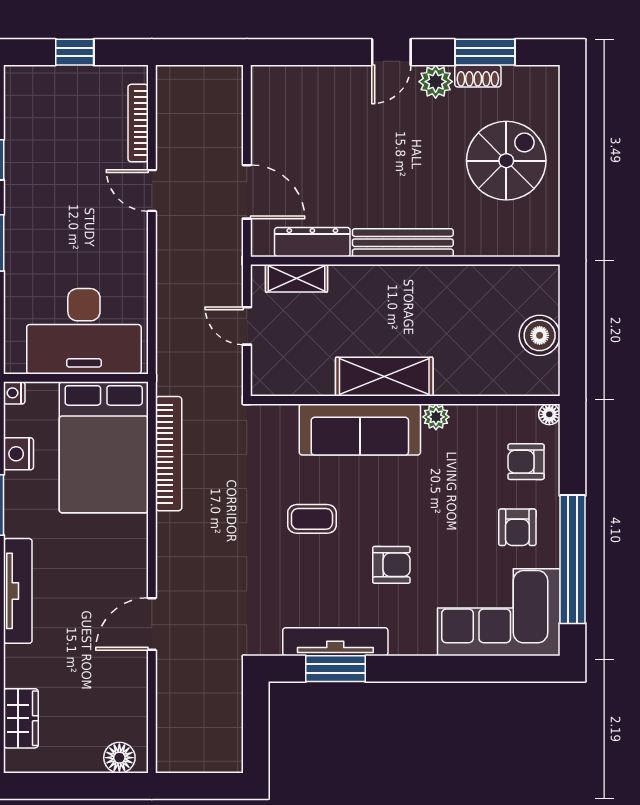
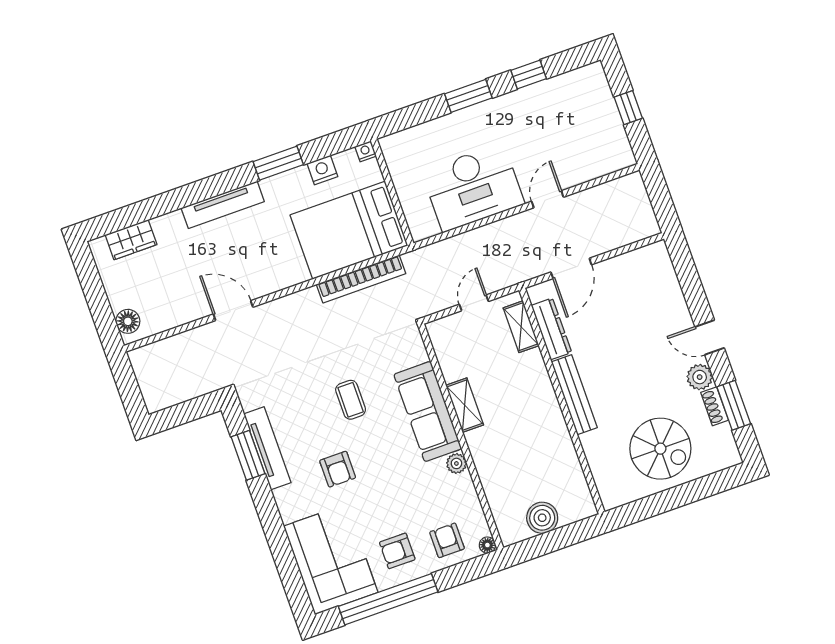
bookcase: (138, 123) -> (593, 172), removed
desk: (84, 331) -> (473, 188), moved, turned -90
shelving: (384, 377) -> (465, 405), width x0.67, depth x0.75

